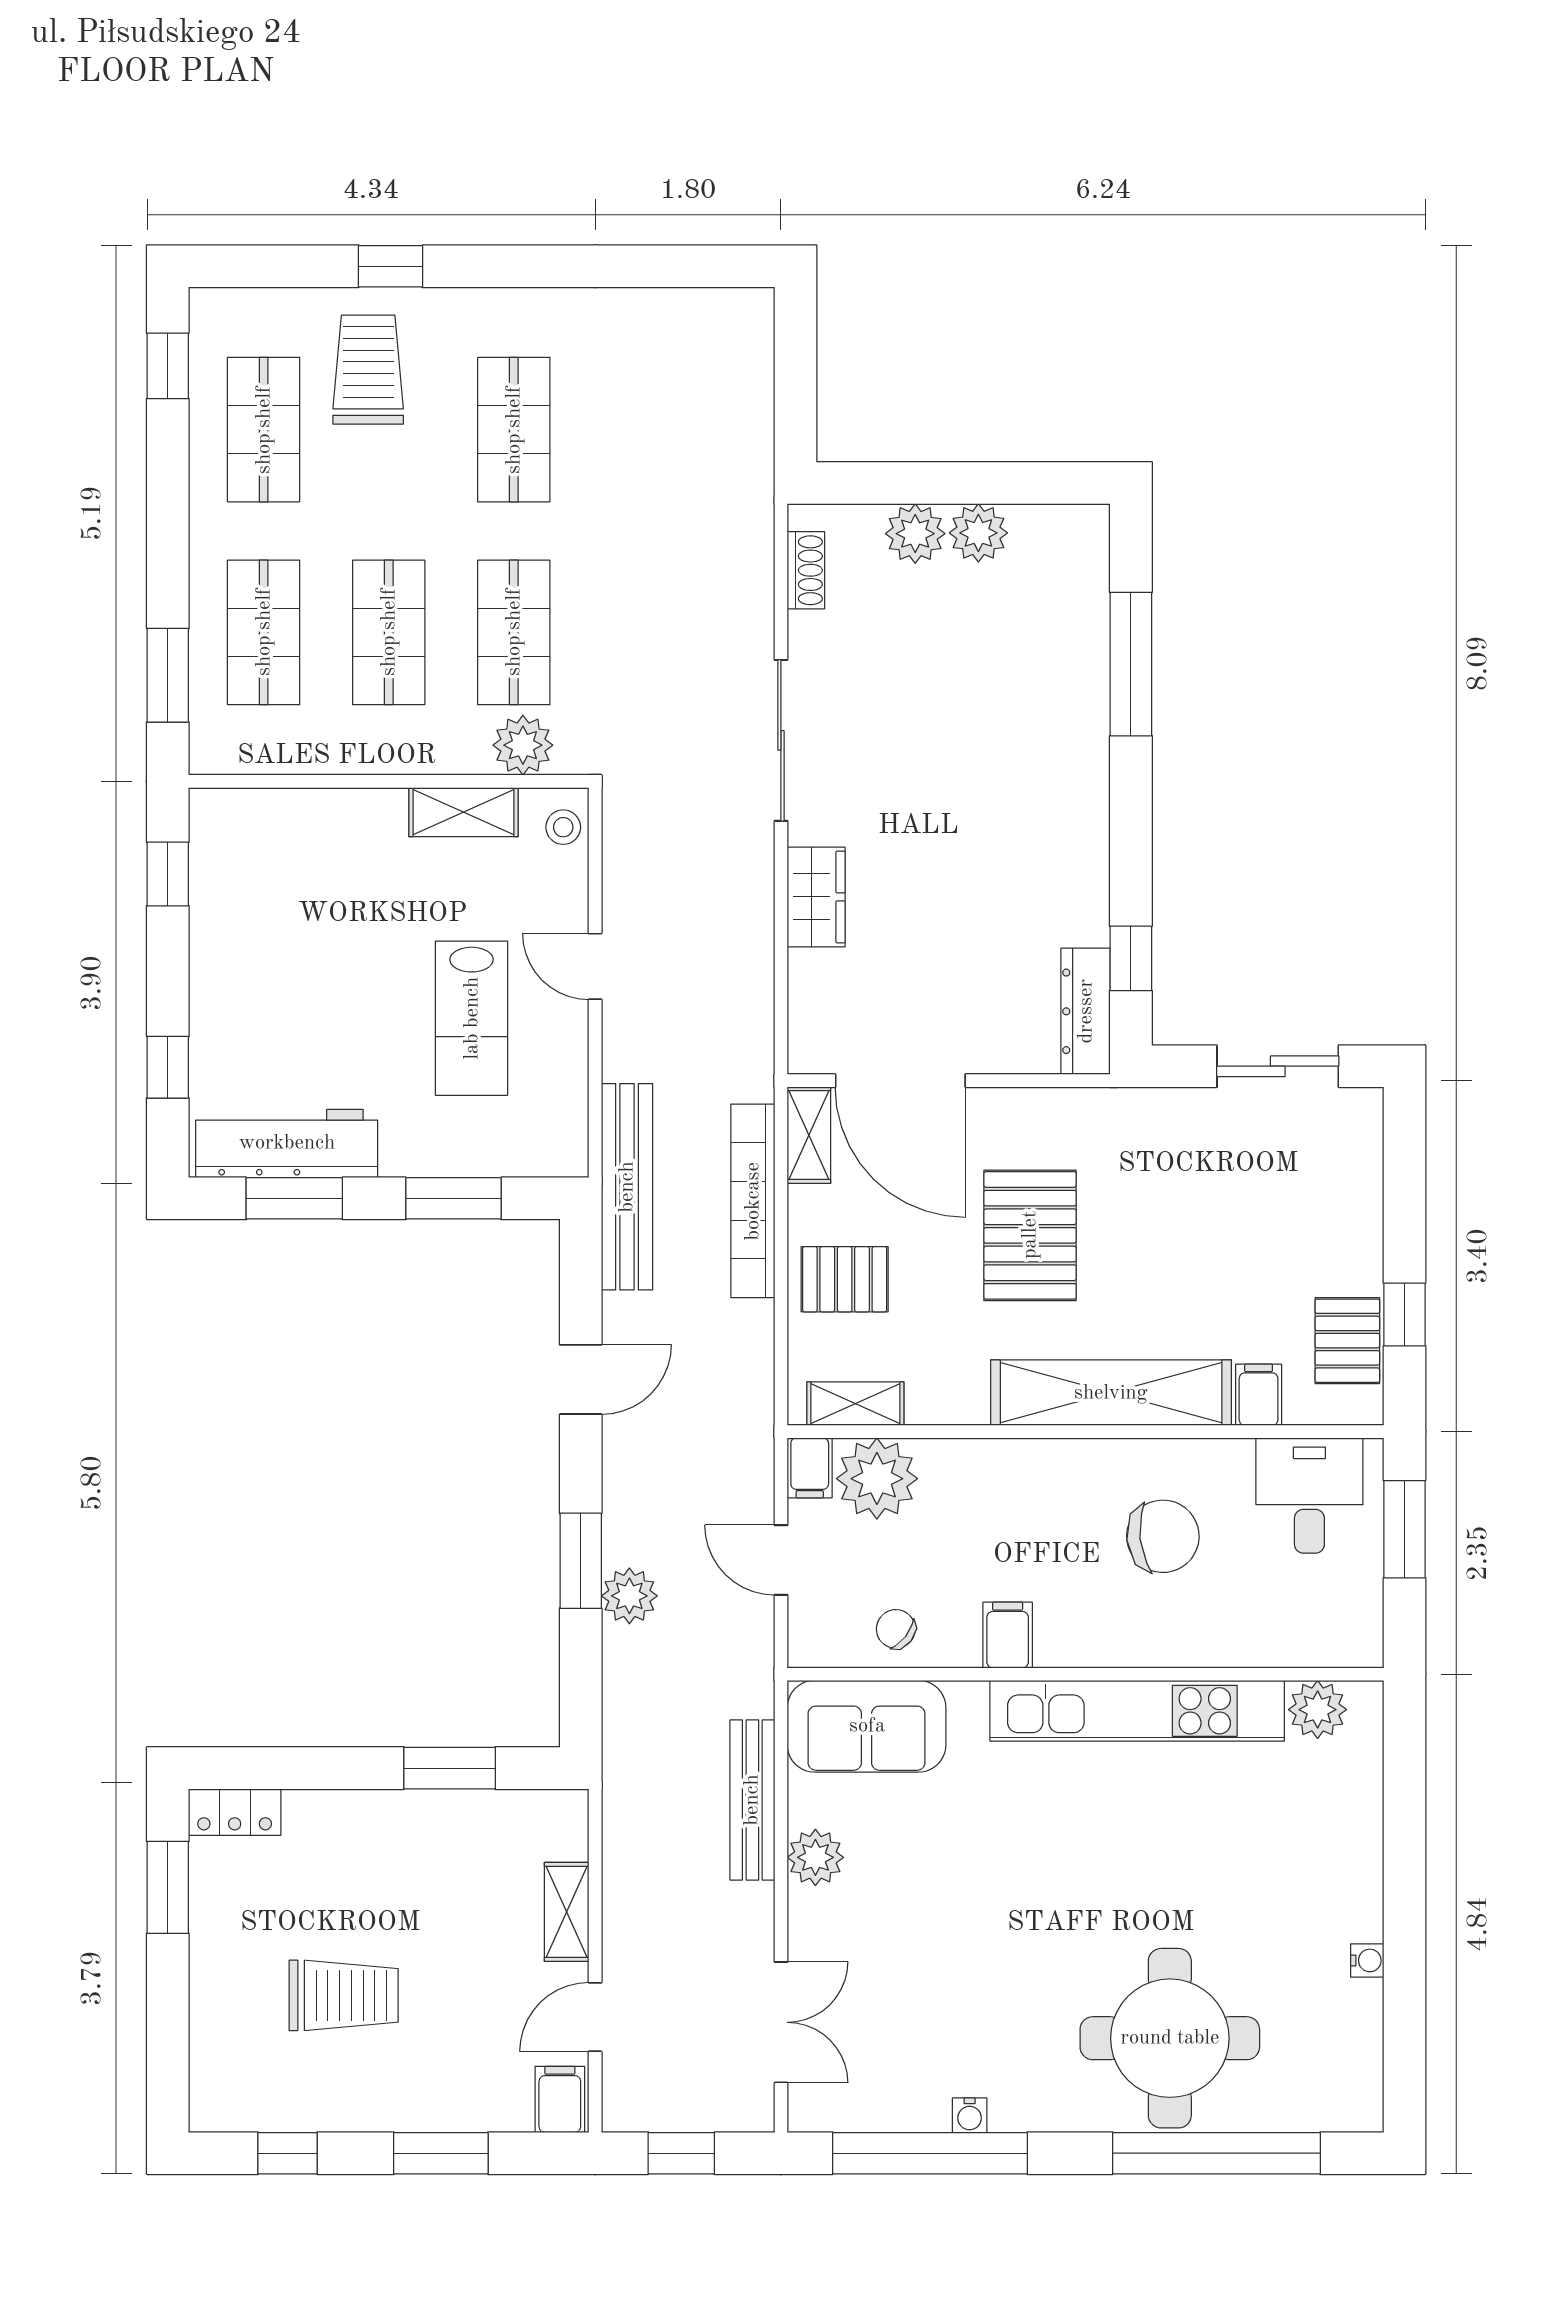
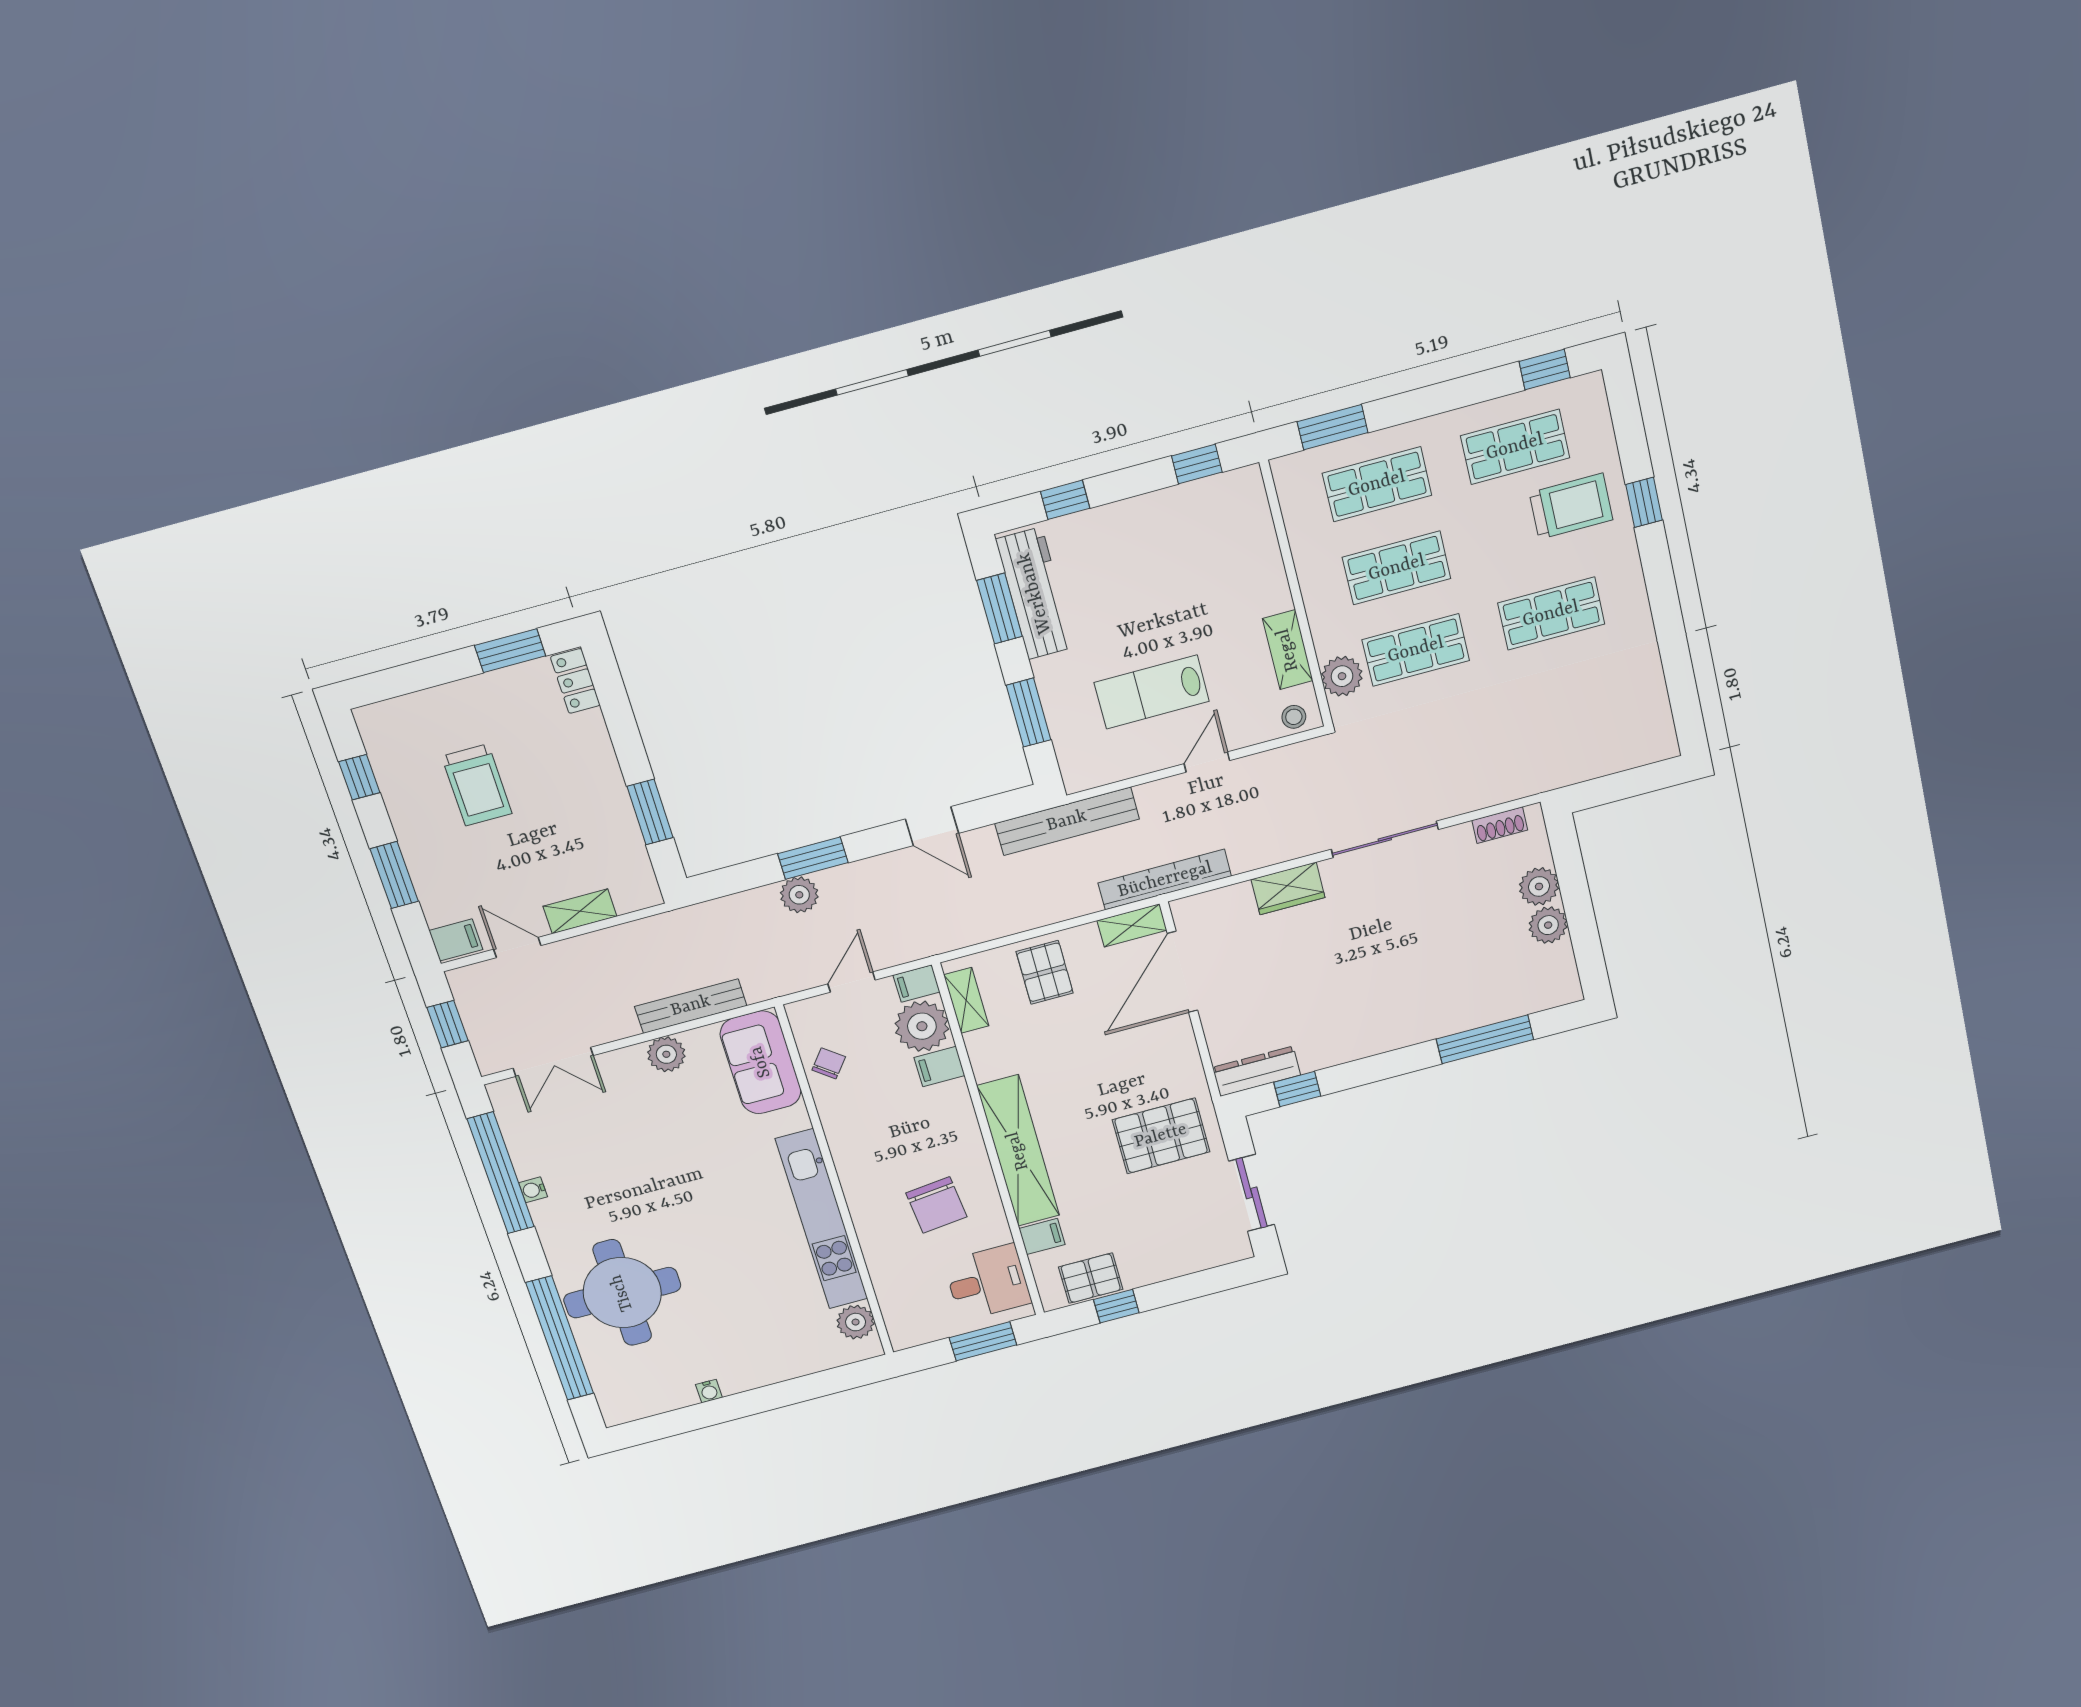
bookcase: (753, 1201) -> (1165, 880), moved
pallet: (1030, 1235) -> (1161, 1136), moved
filing cabinet: (1008, 1635) -> (939, 1067), moved, turned 180

